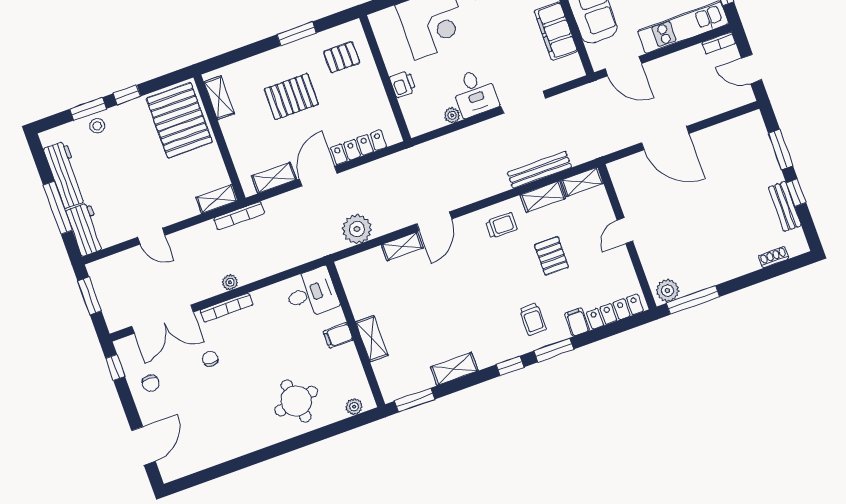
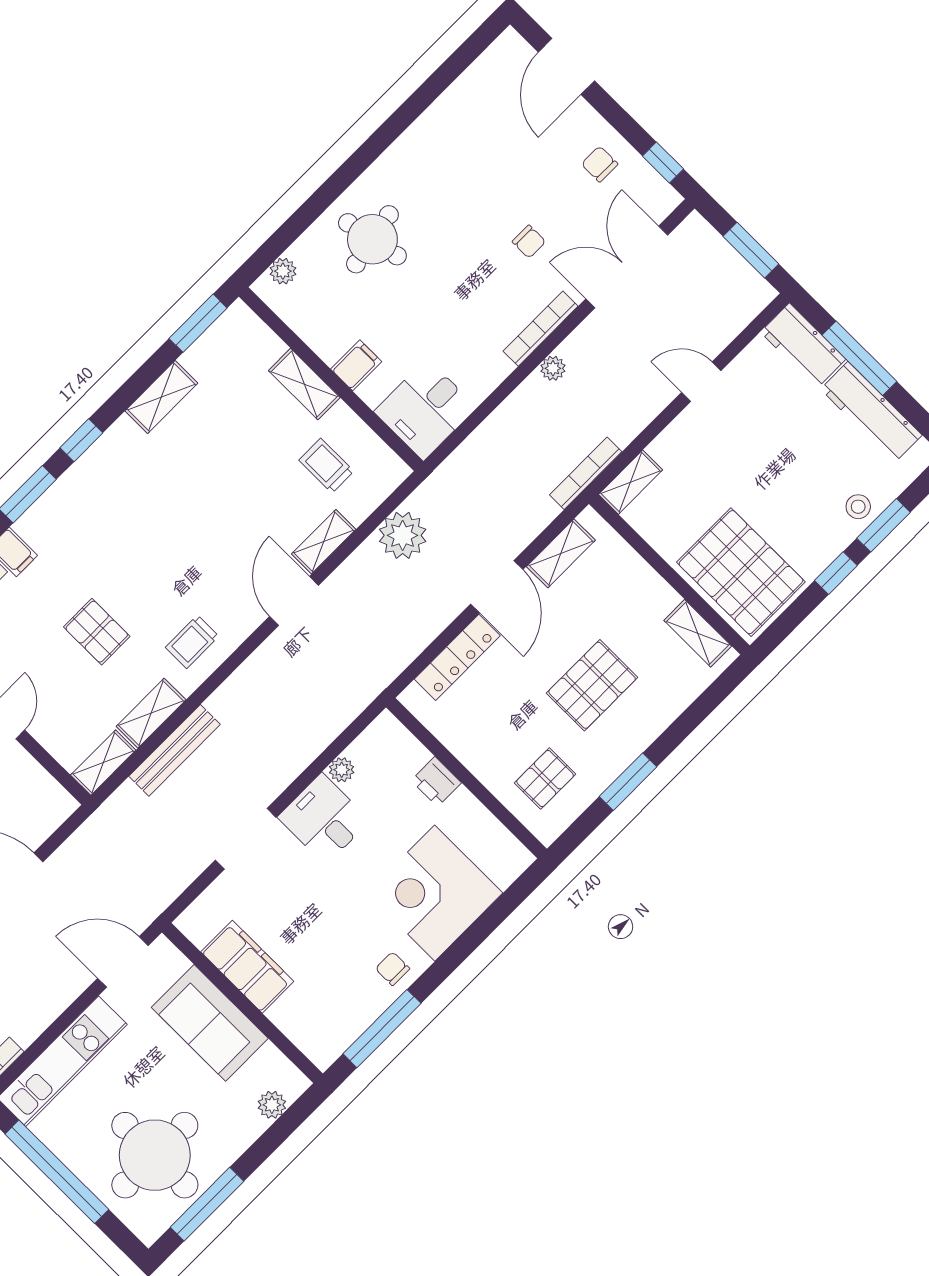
trolley: (533, 319) -> (326, 466), moved

